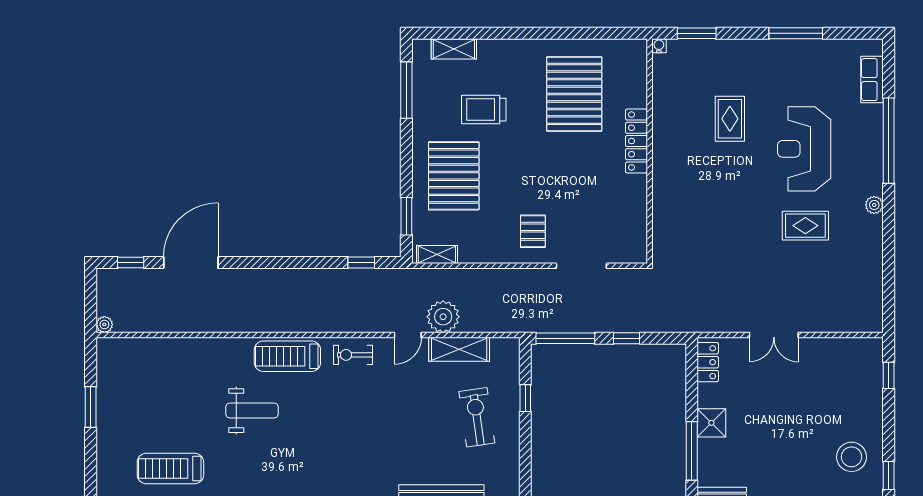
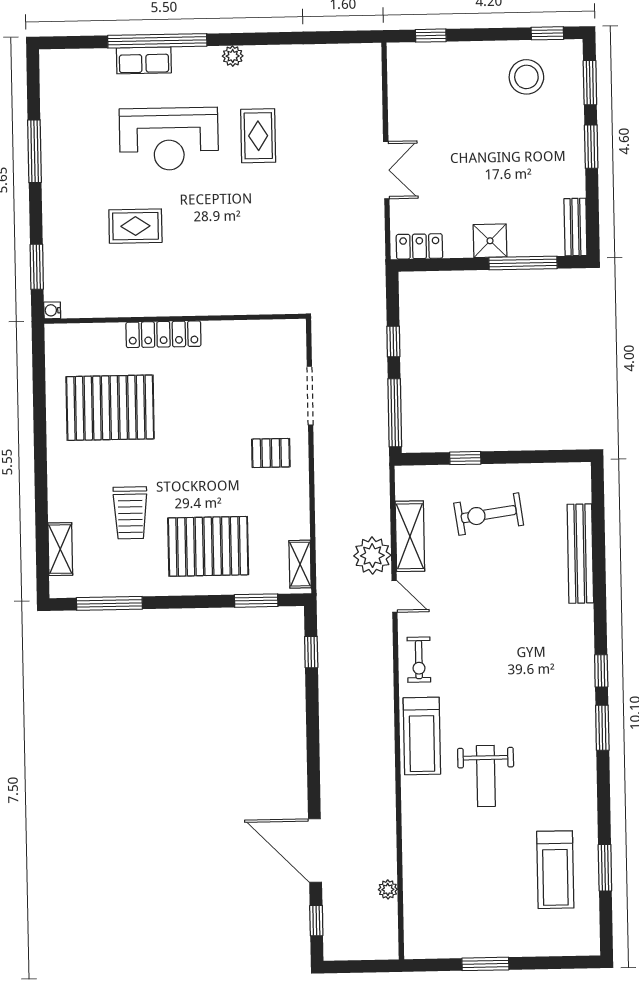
row of seats: (872, 80) -> (144, 60), moved
plant: (104, 324) -> (388, 889), moved
weight bench: (252, 411) -> (486, 776), turned 180

